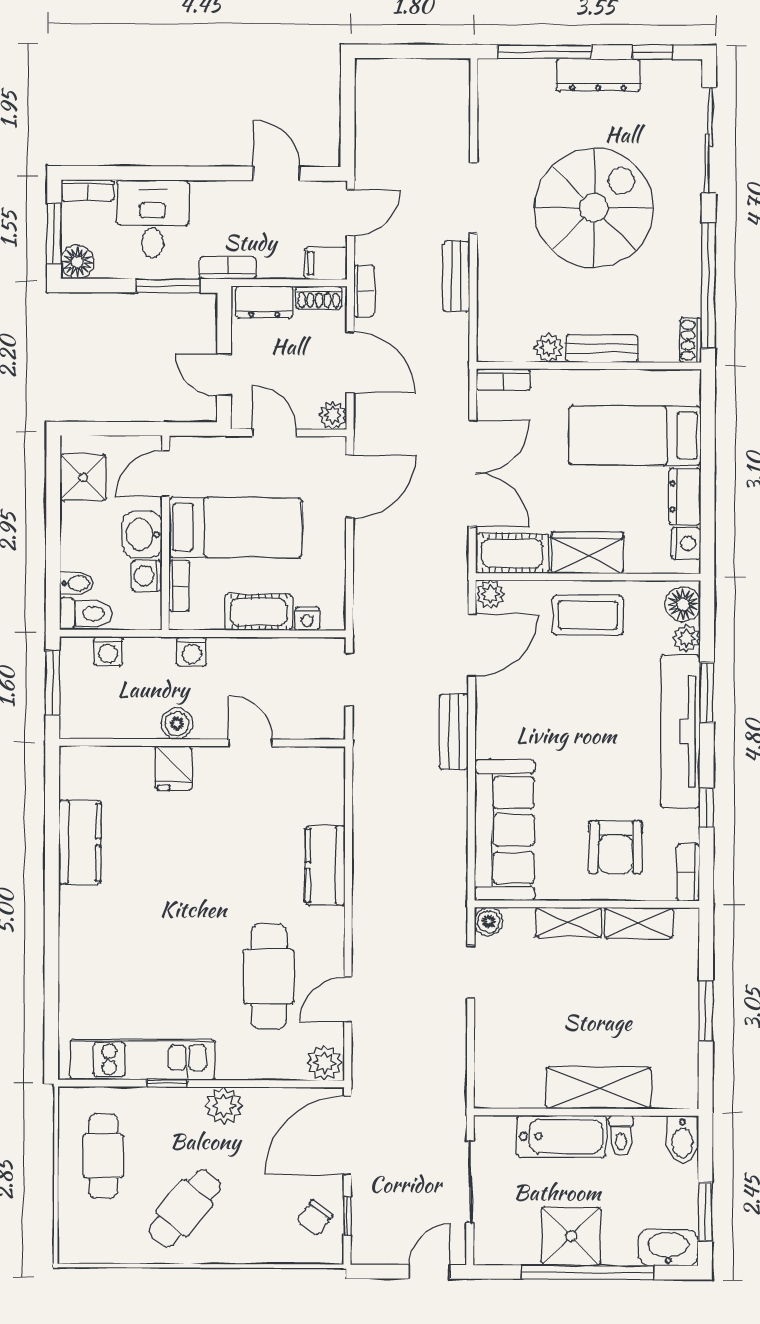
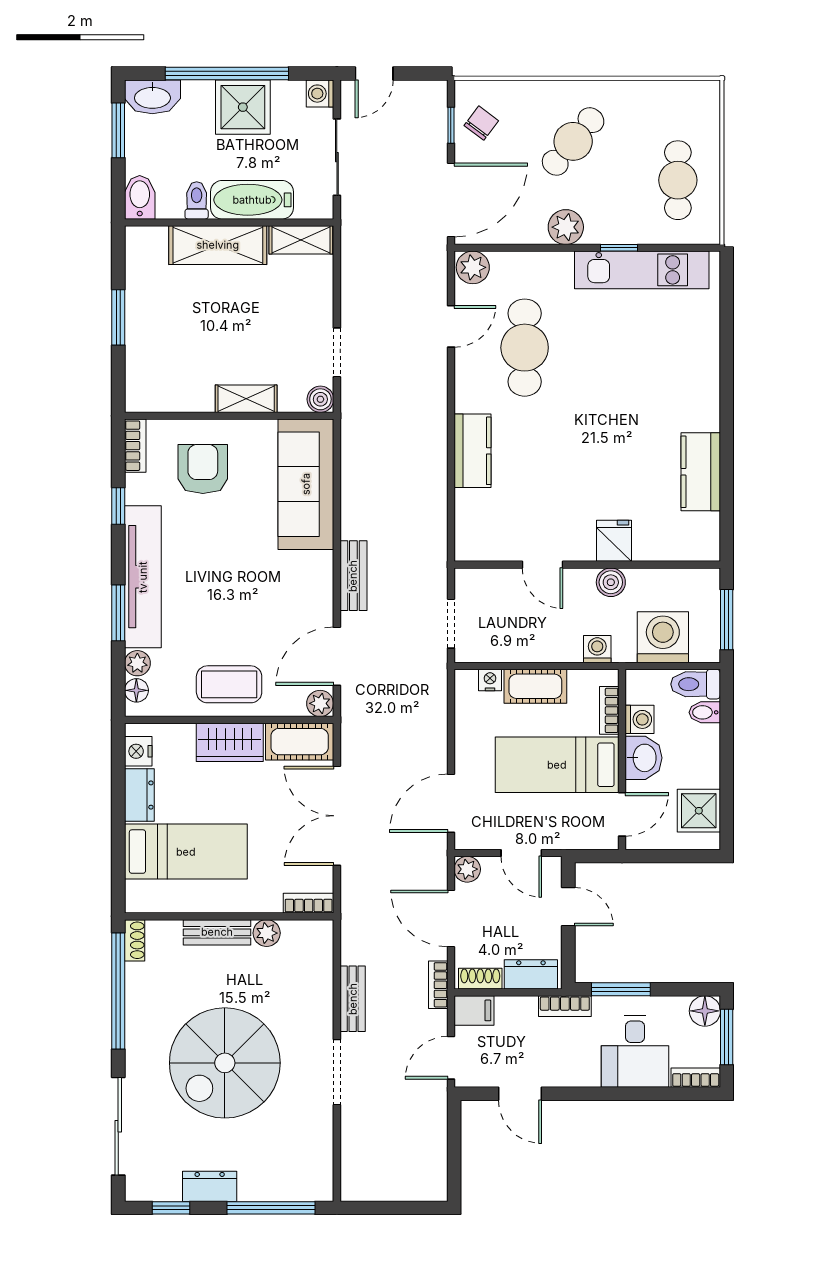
dresser: (598, 75) -> (210, 1186), width x0.70
floor lamp: (683, 604) -> (136, 690), width x0.73, depth x0.73
washing machine: (108, 651) -> (663, 637), width x1.89, depth x1.89
shelving: (639, 923) -> (301, 240), moved
cafe table: (185, 1208) -> (573, 141), moved
washing machine: (488, 1250) -> (320, 94), added

